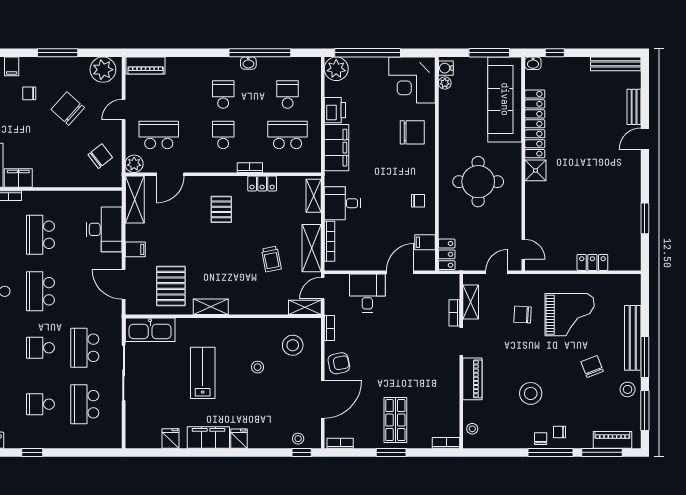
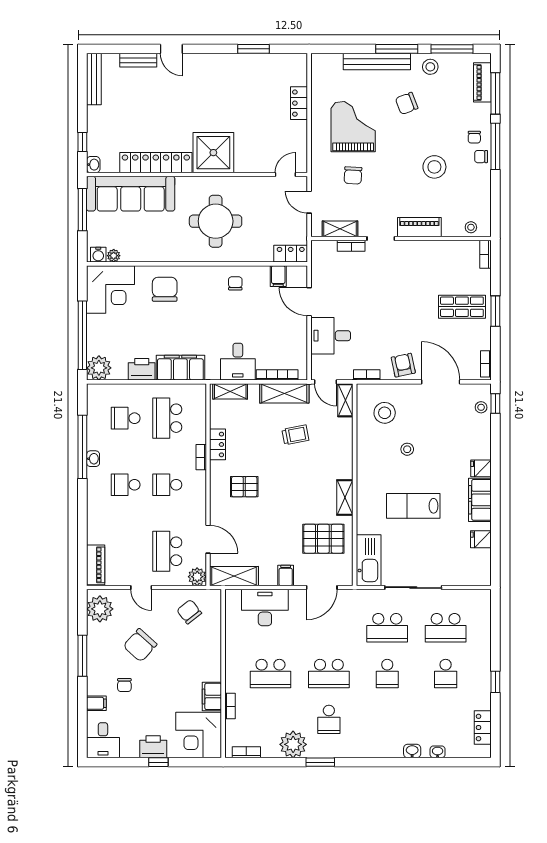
shower: (535, 170) -> (213, 153), width x1.86, depth x1.86

